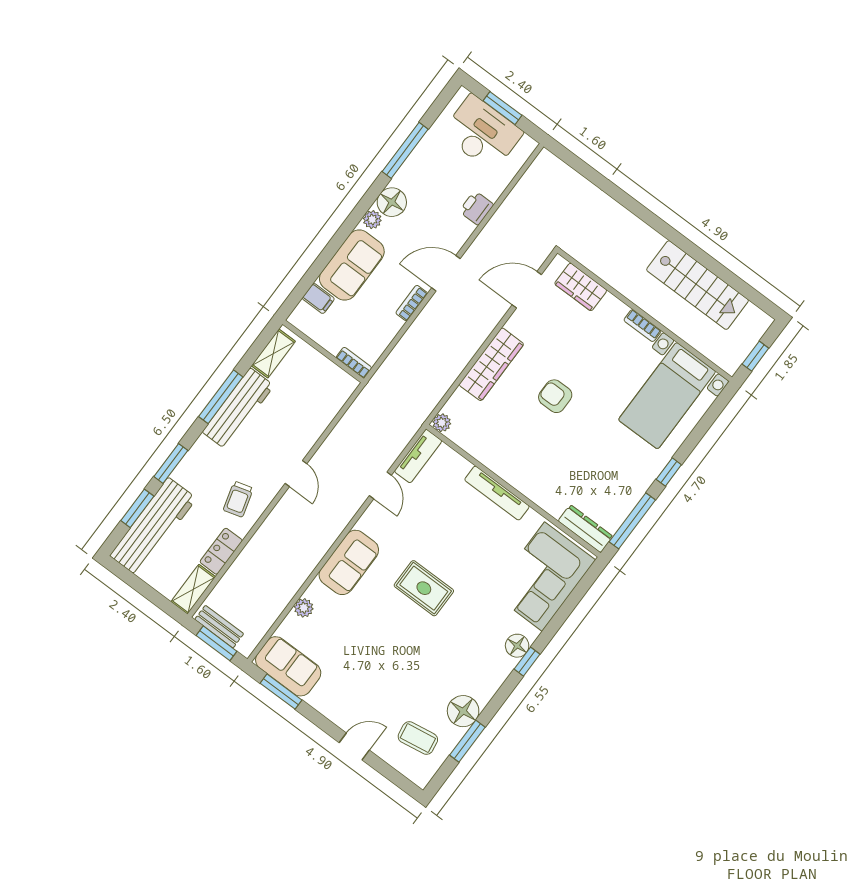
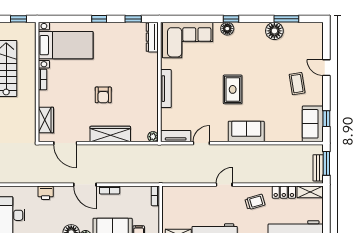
window: (632, 521) -> (133, 19), width x0.46
plant: (304, 608) -> (282, 136), removed
window: (281, 692) -> (326, 119), width x0.67
coffee table: (418, 738) -> (297, 84), moved

